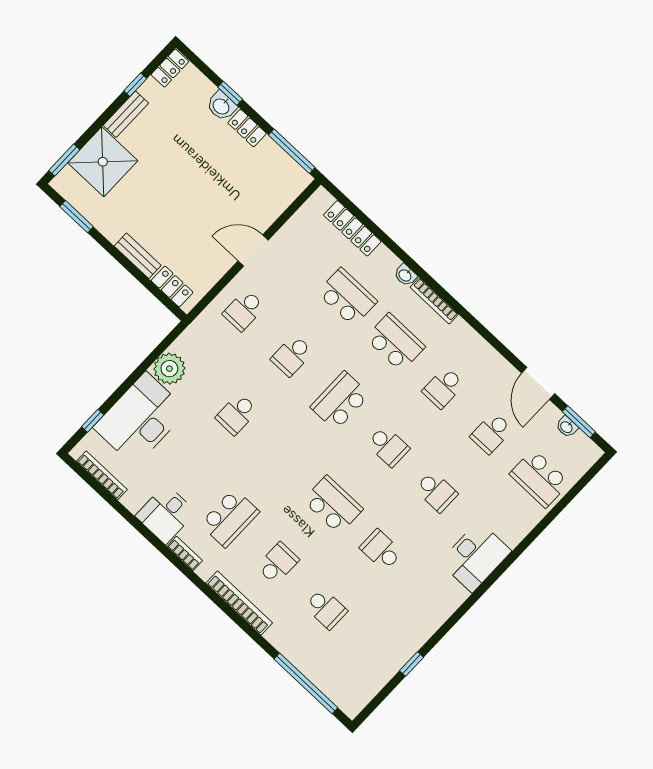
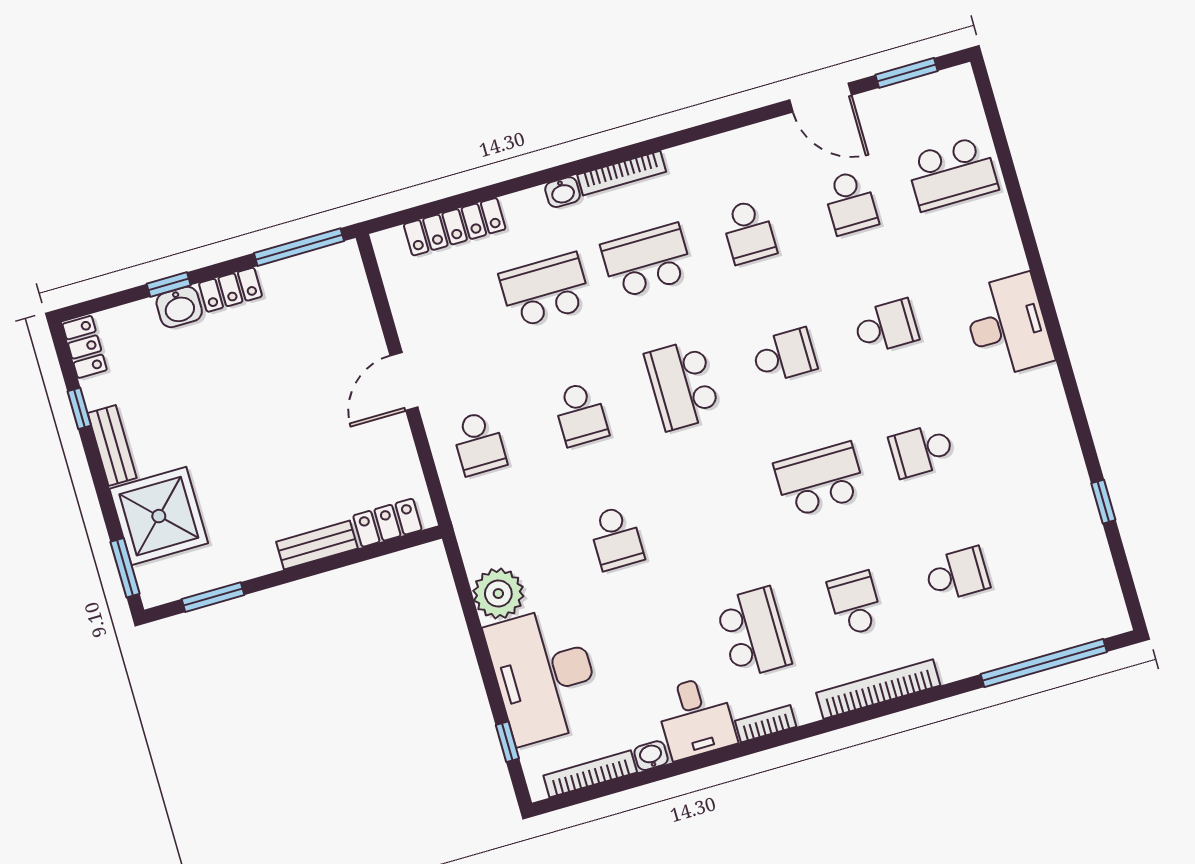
washbasin: (567, 427) -> (651, 756), moved, turned 180

